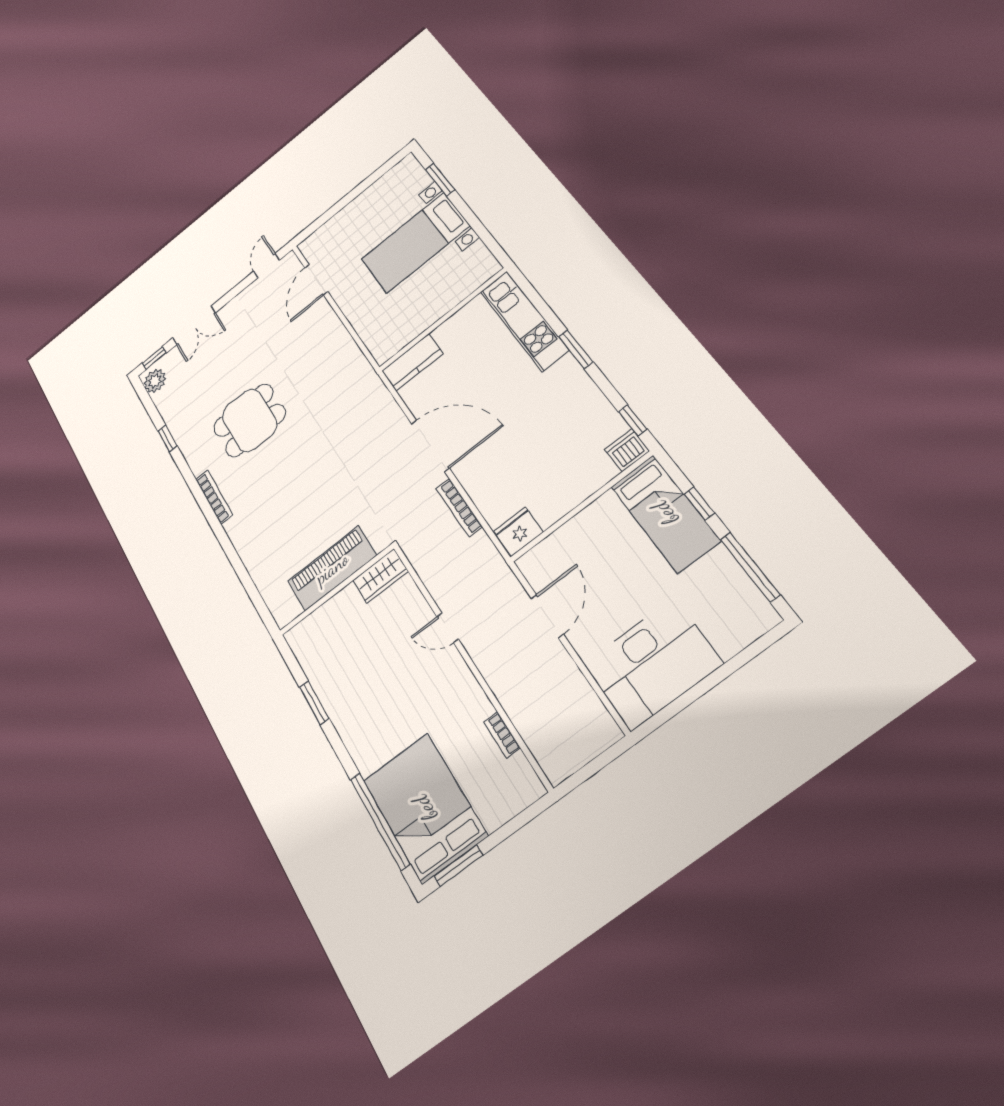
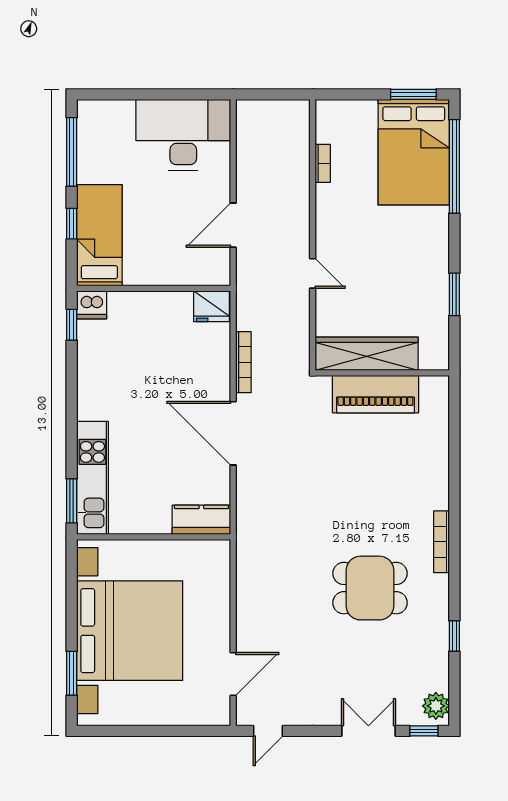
bed with nightstands: (415, 243) -> (130, 631), width x1.85
window: (576, 349) -> (72, 501), moved
wardrobe: (380, 576) -> (367, 354), width x2.10, depth x1.17

